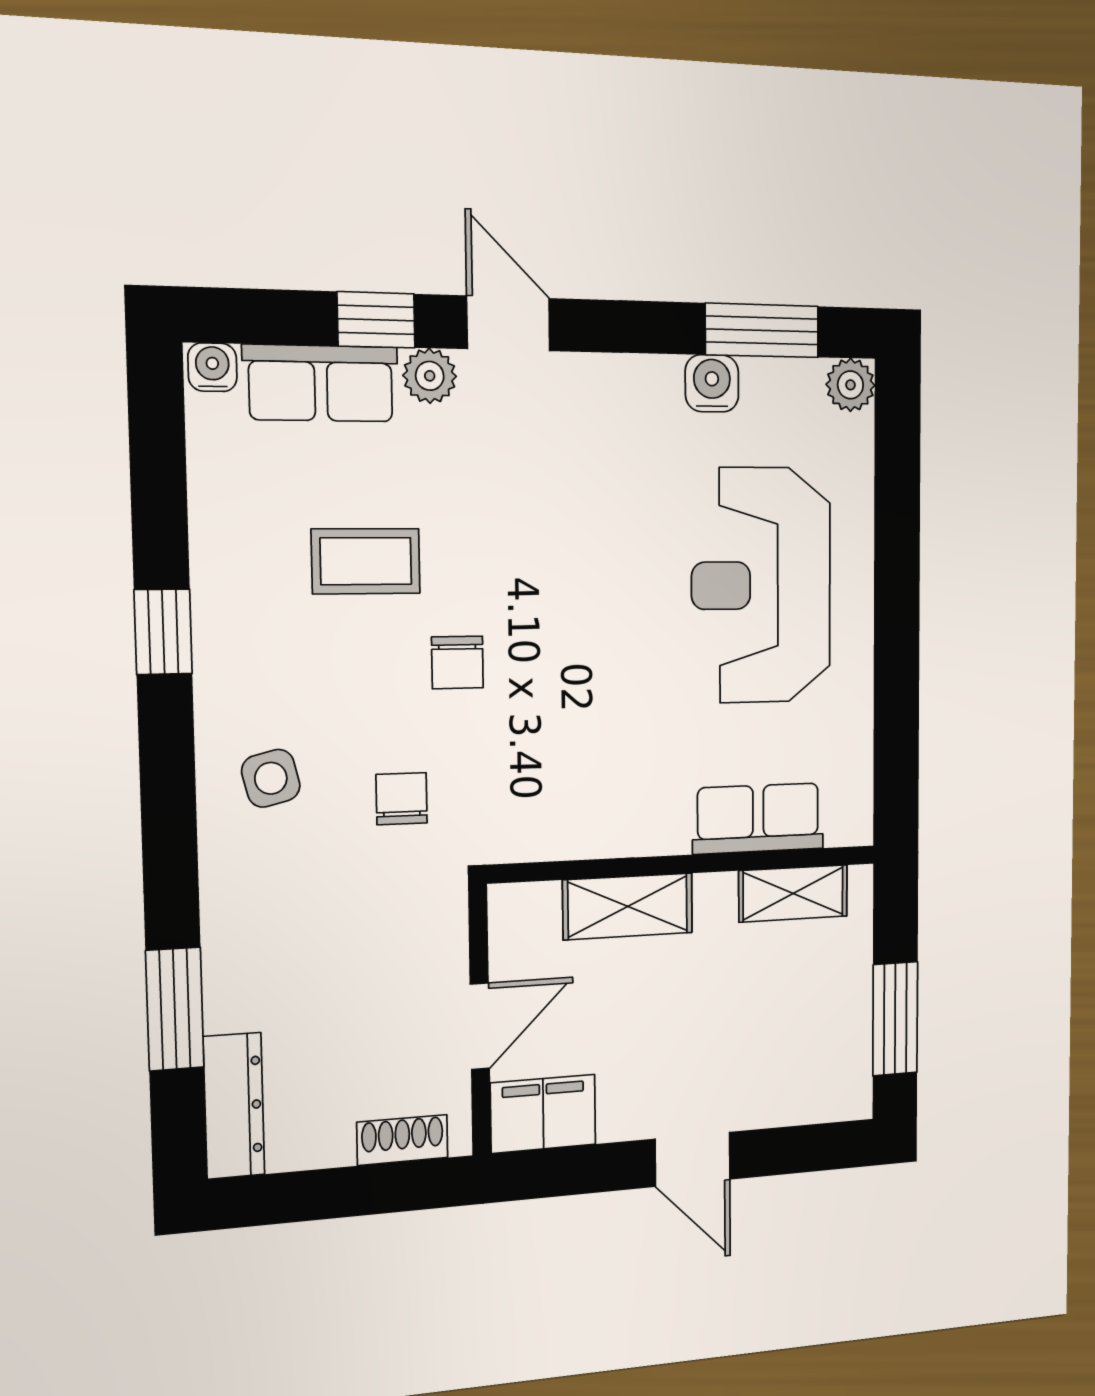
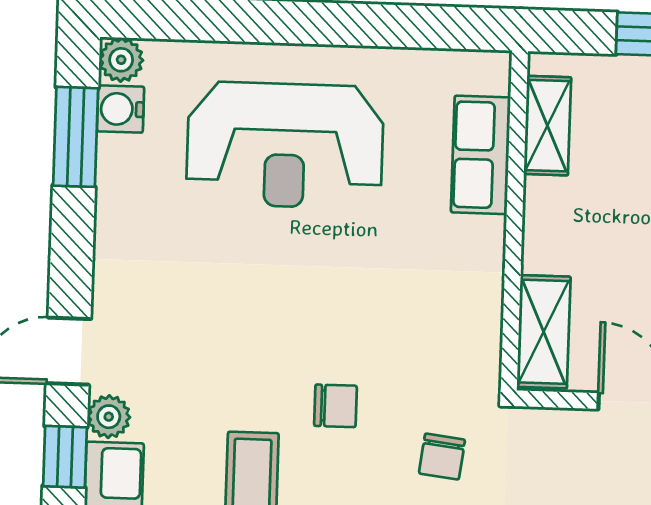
water cooler: (712, 383) -> (120, 109), moved
chair: (402, 799) -> (442, 457), turned -83
shelving: (628, 906) -> (544, 332), moved

